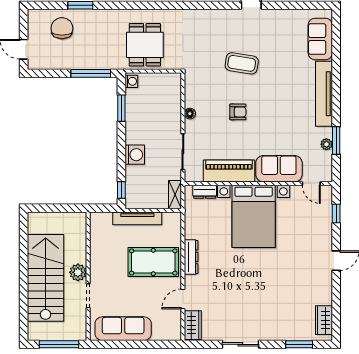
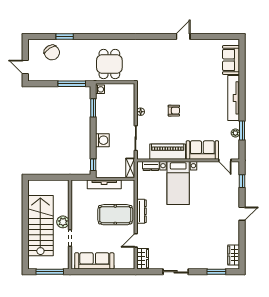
chair: (62, 28) -> (52, 53), turned 148
coffee table: (242, 63) -> (177, 77), removed
bed with nightstands: (254, 216) -> (178, 183), width x0.73

